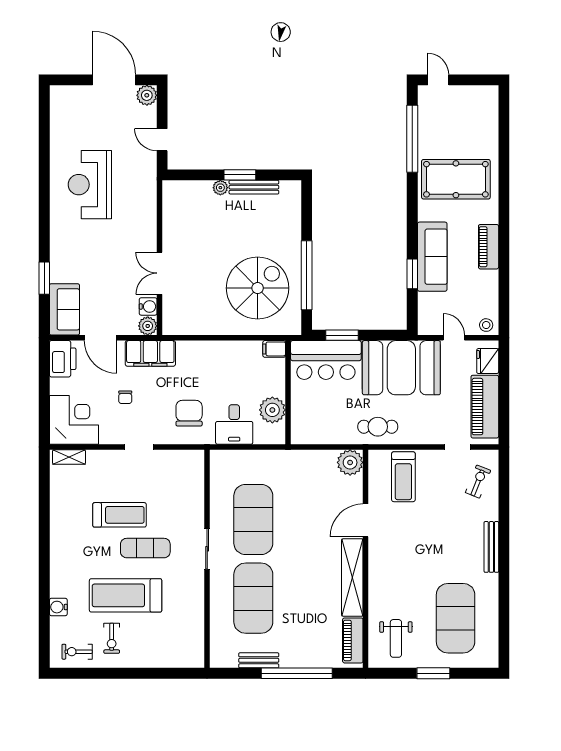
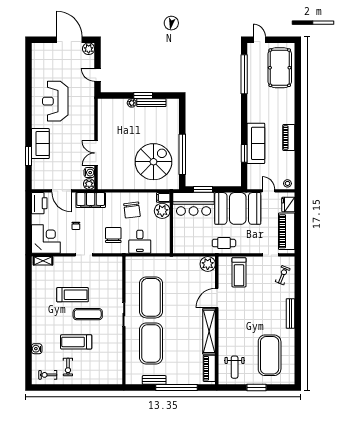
pool table: (456, 179) -> (280, 68), moved, turned 90
sofa: (64, 309) -> (40, 144), moved
chair: (221, 370) -> (132, 210), added
plant: (272, 410) -> (162, 211), moved
treadmill: (126, 595) -> (76, 342), width x0.73, depth x0.73

